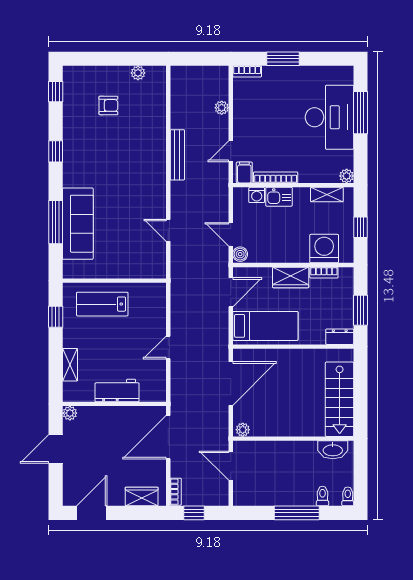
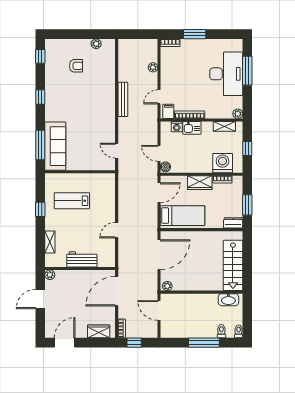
wall: (114, 281) -> (80, 172), moved

